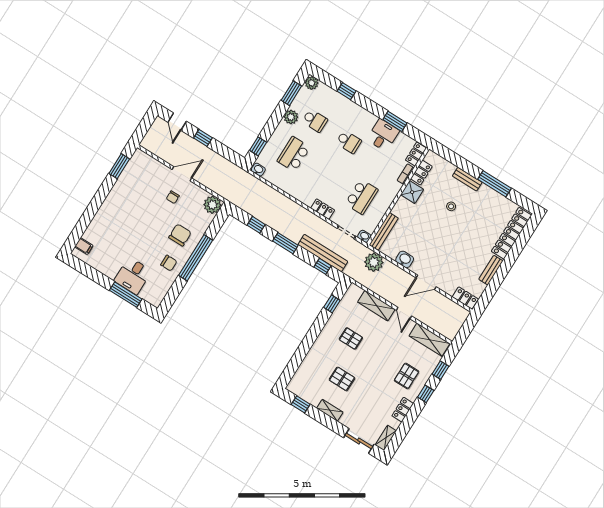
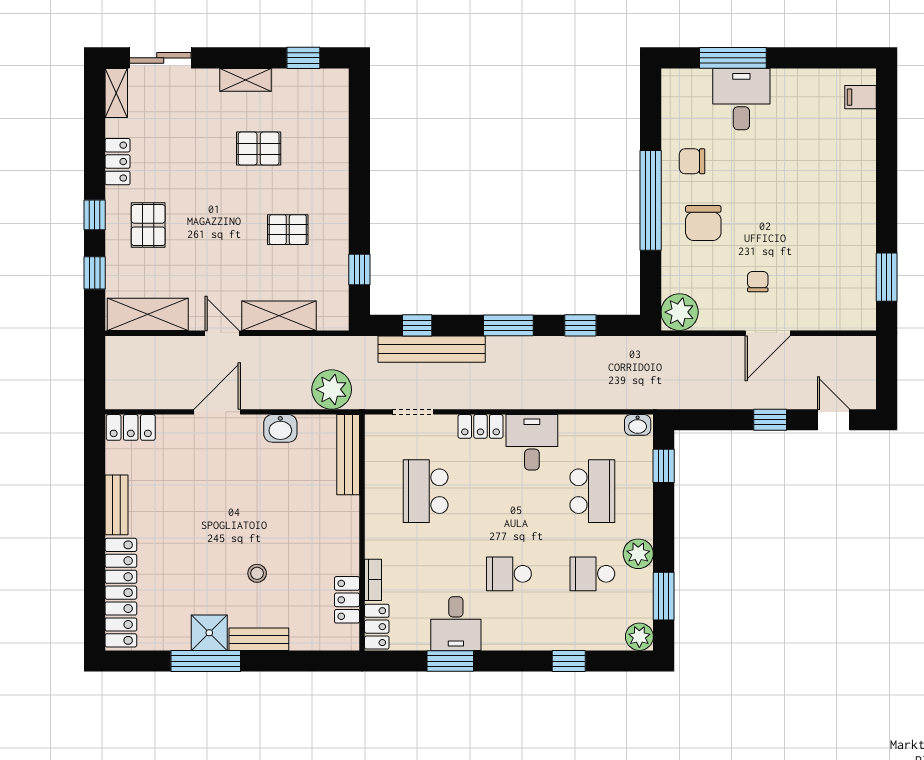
desk: (306, 190) -> (532, 442), added
shower: (412, 192) -> (209, 633), moved
washbasin: (364, 236) -> (377, 424), removed

